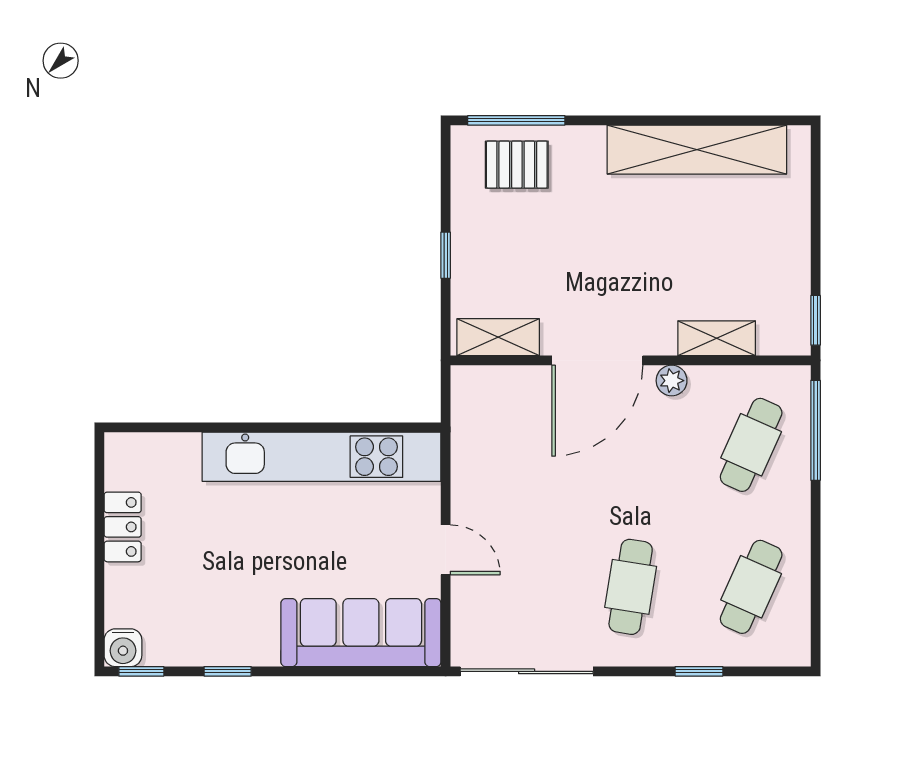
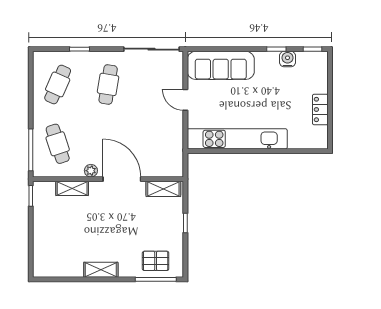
shelving: (697, 150) -> (101, 270), width x0.45, depth x0.75
door: (597, 360) -> (122, 179), hinge flipped
cafe table: (751, 445) -> (58, 144), turned -42
water cooler: (123, 648) -> (288, 59), moved

